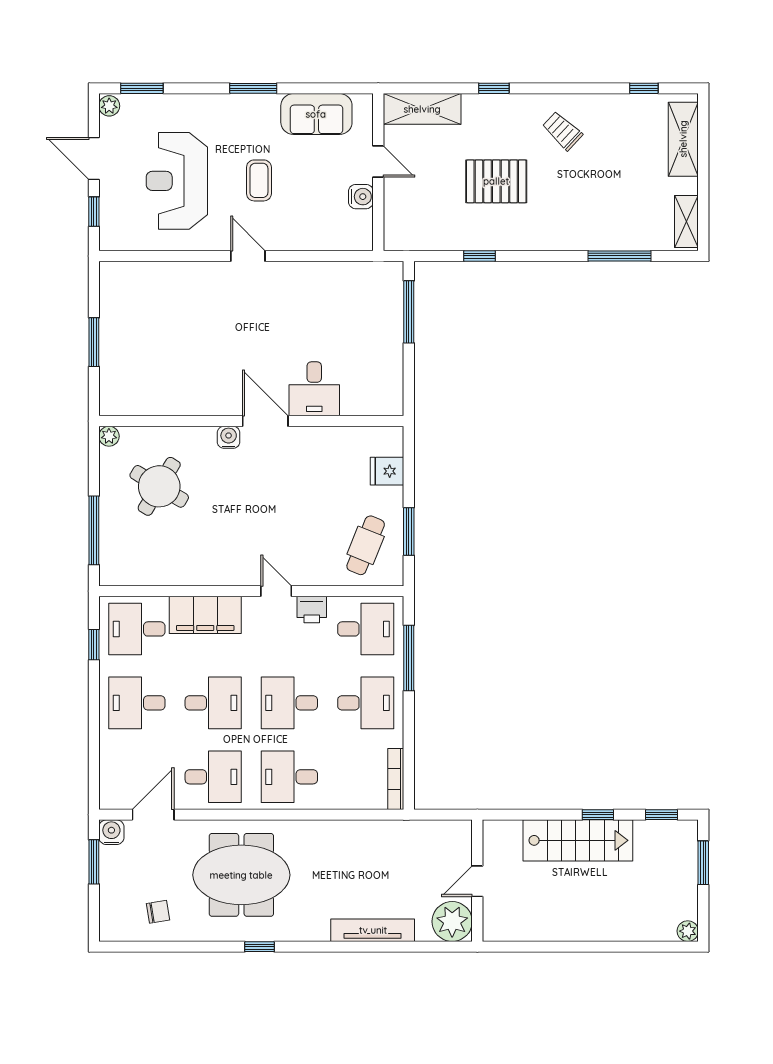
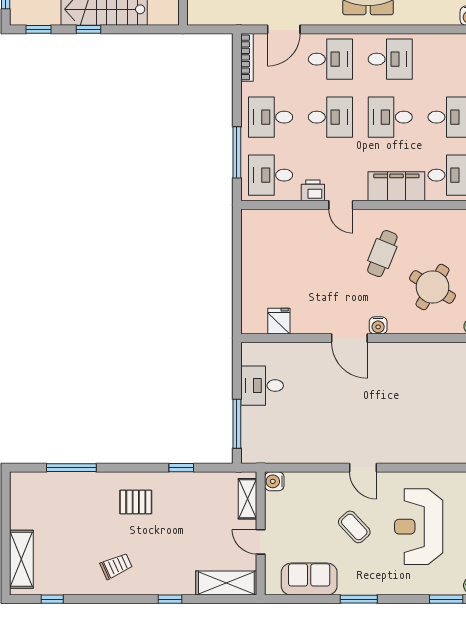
trolley: (562, 131) -> (116, 566), turned -67
coffee table: (259, 180) -> (354, 527), turned -43
reception desk: (177, 181) -> (419, 527), turned 180
pallet: (496, 181) -> (136, 502), moved, width x0.67, depth x0.71
water cooler: (361, 197) -> (274, 481), moved
shelving: (686, 221) -> (247, 499), moved
desk: (314, 389) -> (262, 386), moved, turned -90
fridge: (387, 471) -> (279, 321), moved, turned -90
window: (409, 531) -> (237, 252), removed
cafe table: (366, 545) -> (382, 254), moved
desk: (213, 777) -> (390, 59), turned 180
door: (153, 815) -> (284, 29), moved

